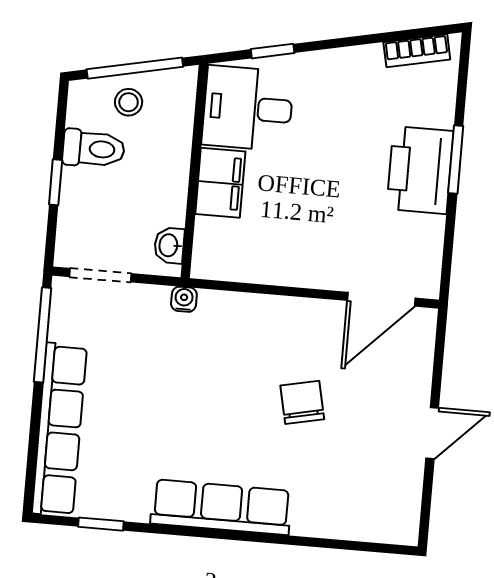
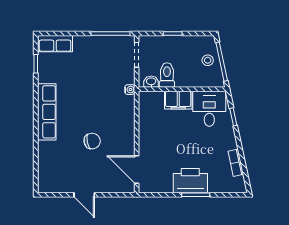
bookcase: (417, 51) -> (236, 163), moved
toilet: (94, 149) -> (167, 75), moved, turned 180
row of seats: (59, 430) -> (55, 44), width x0.50

